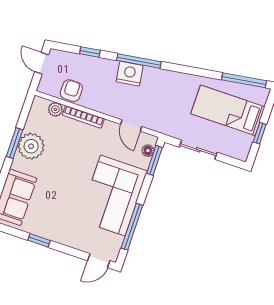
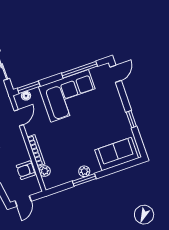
plant: (31, 146) -> (84, 171), width x0.53, depth x0.53
door: (99, 261) -> (116, 74), hinge flipped

